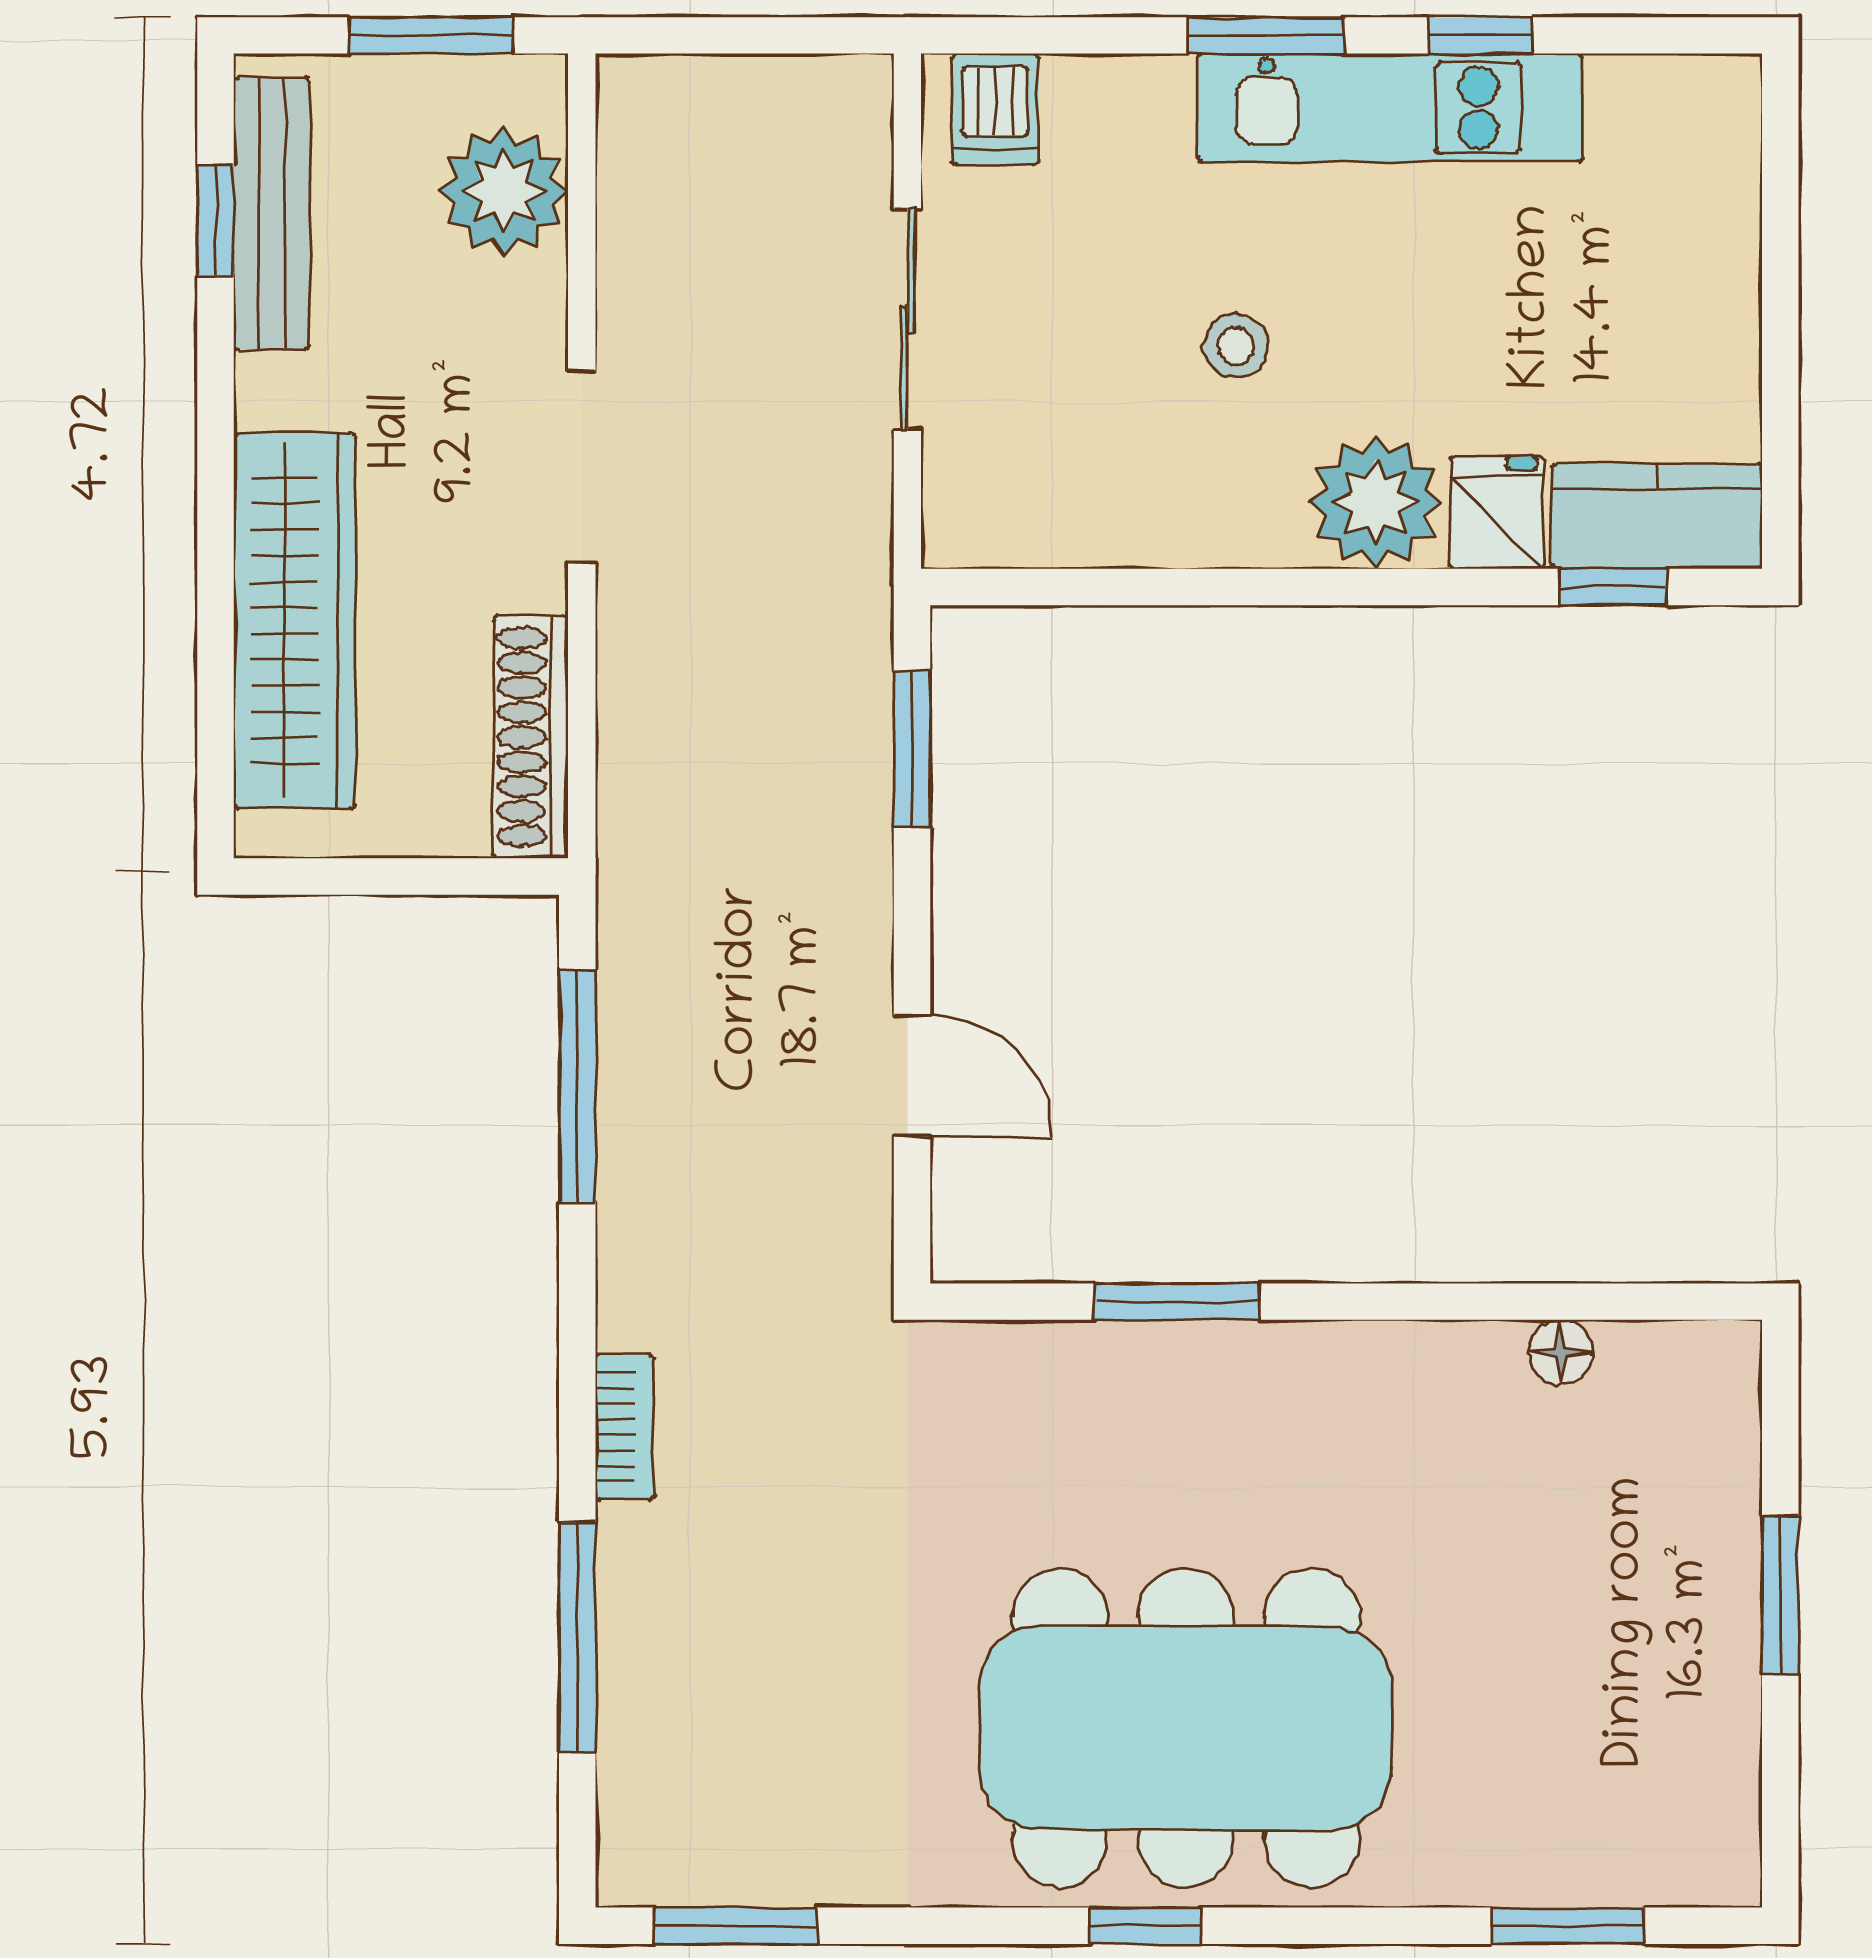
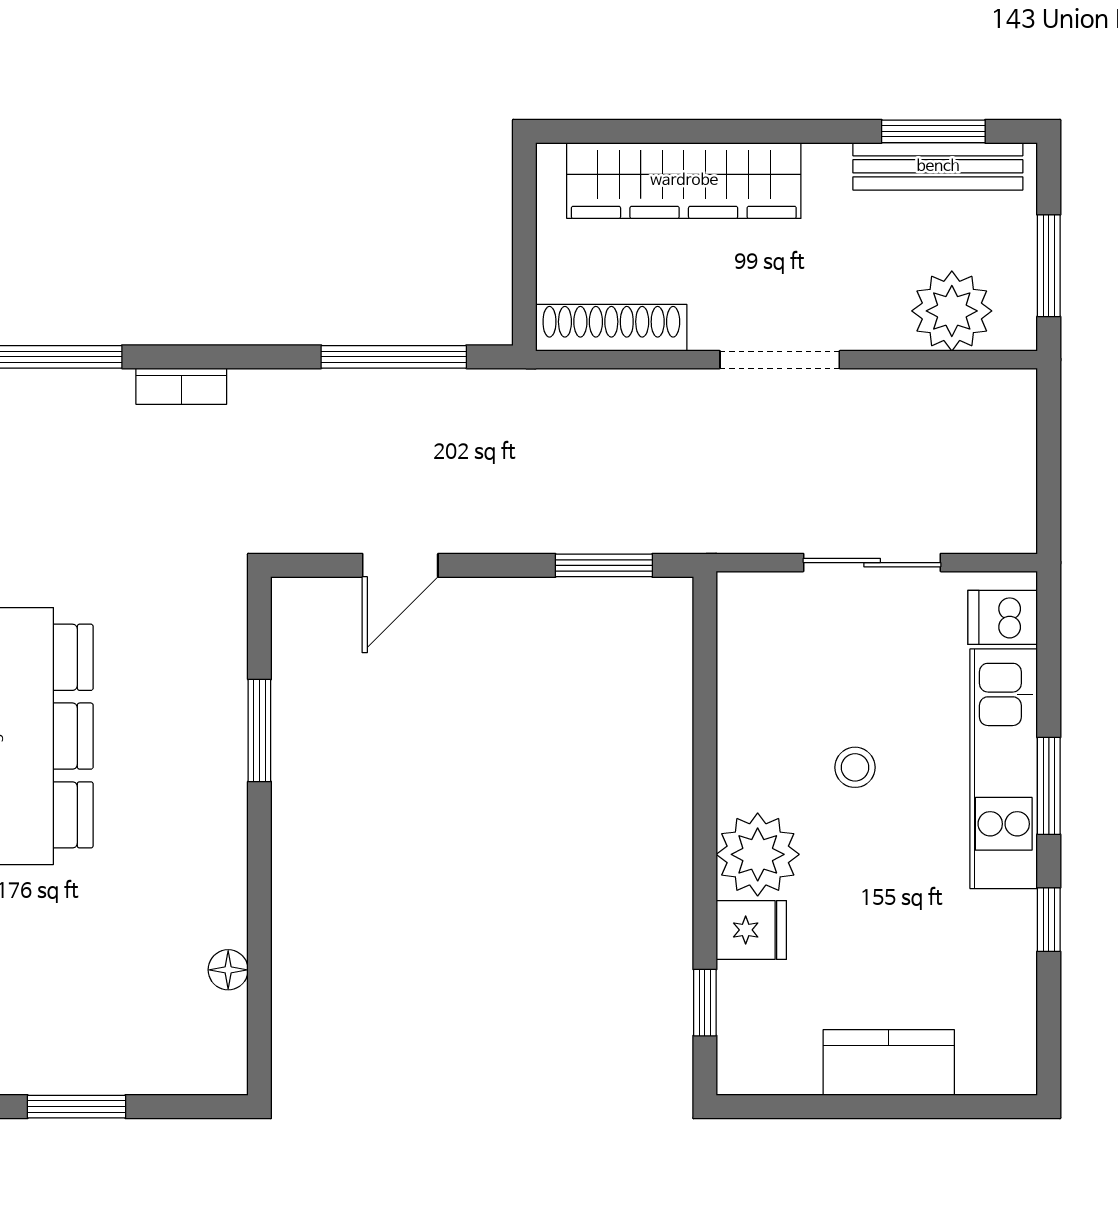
kitchen unit: (1390, 108) -> (1004, 769), moved
window: (215, 221) -> (933, 131), width x1.50
kitchen counter: (1657, 516) -> (889, 1063), moved, turned -90

